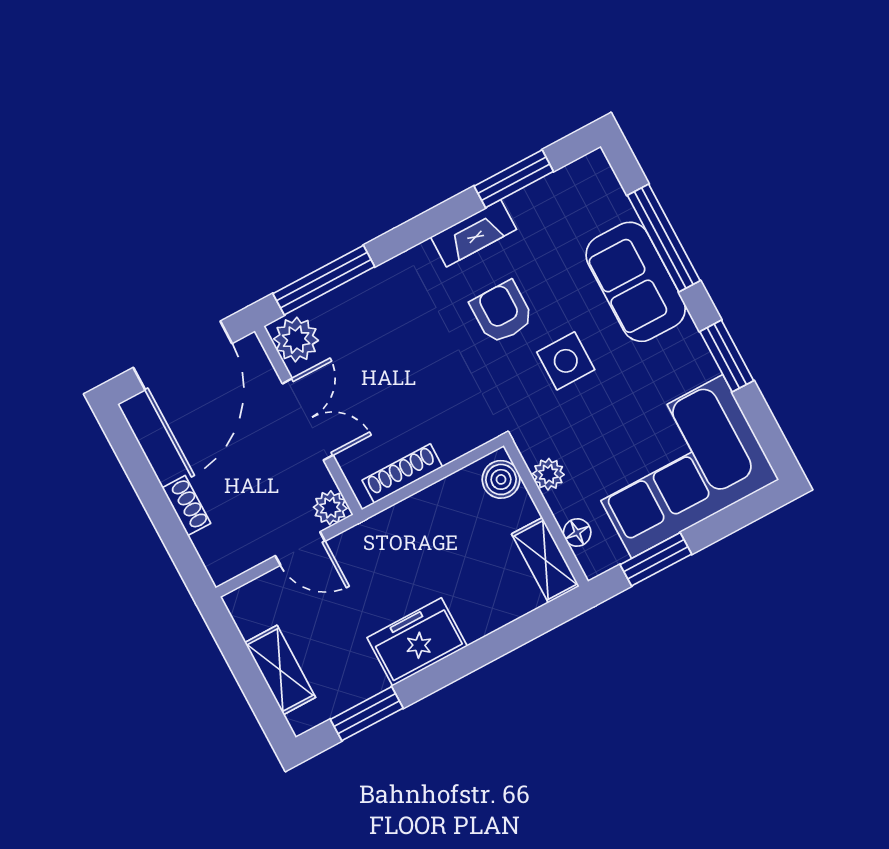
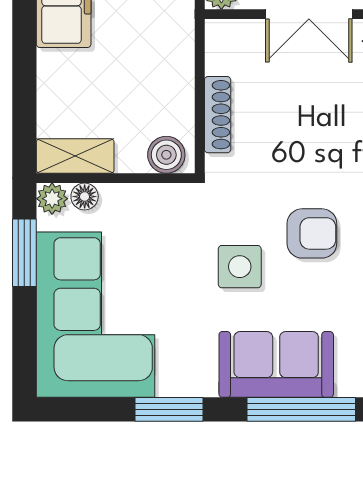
shoe rack: (402, 474) -> (218, 115), moved
plant: (548, 474) -> (52, 199), moved

